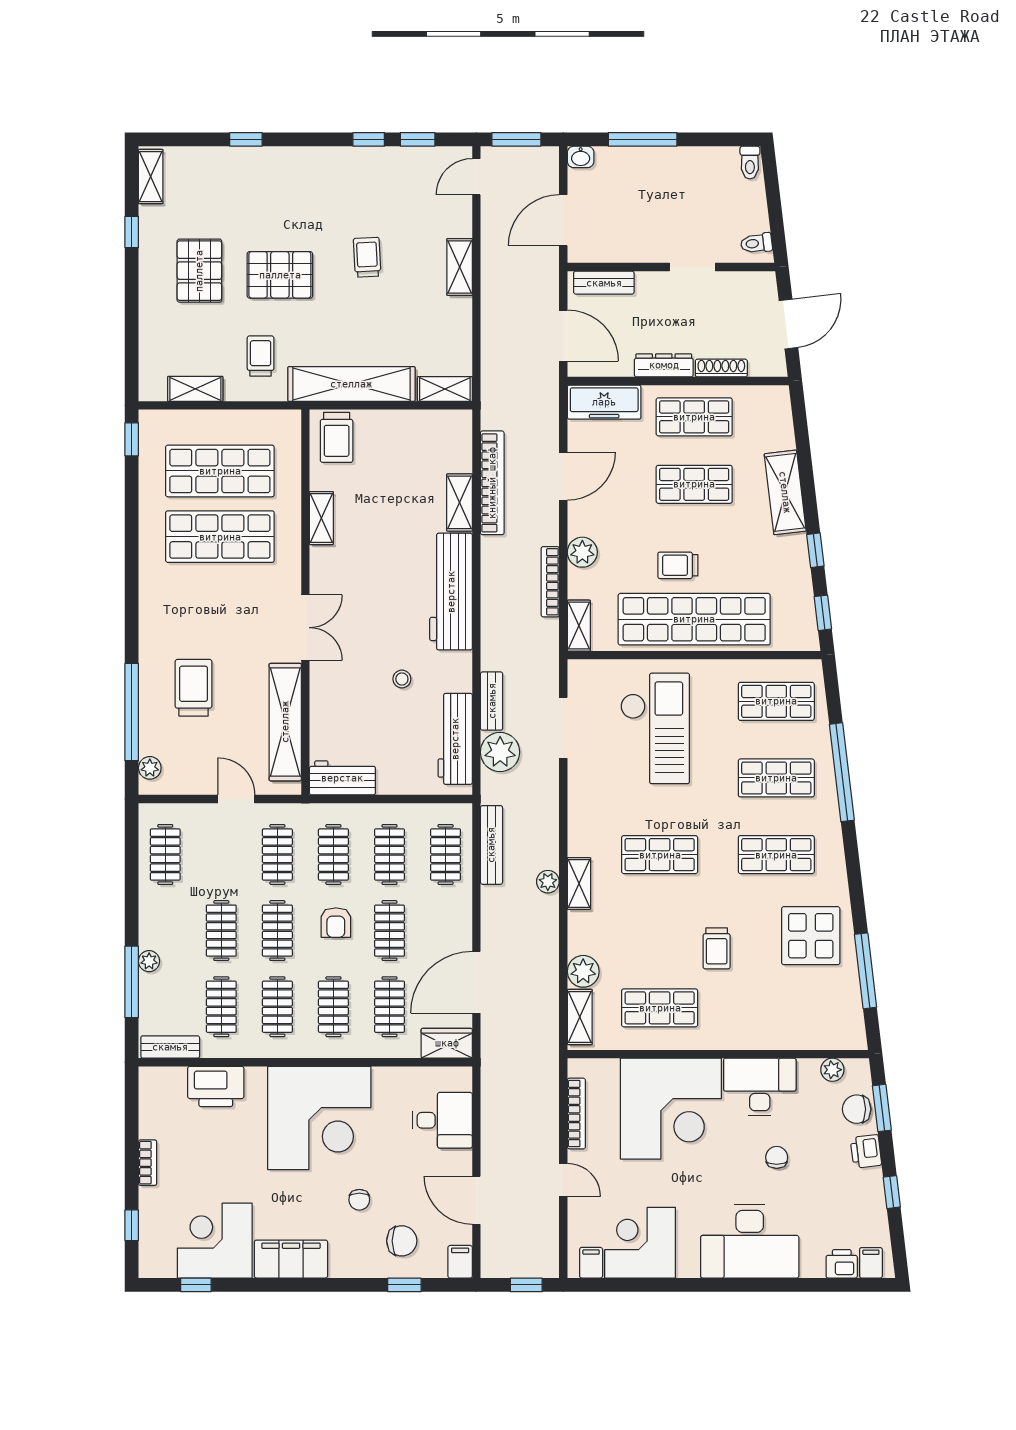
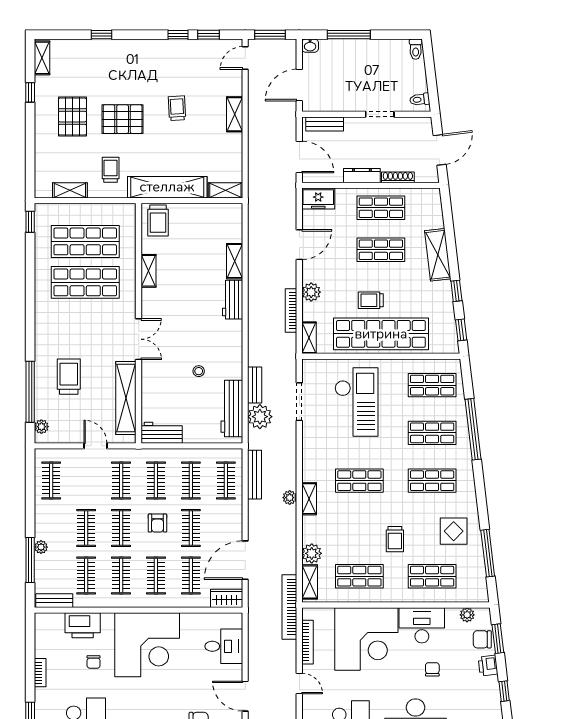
freezer: (604, 402) -> (318, 199), width x0.71
bookcase: (492, 483) -> (289, 607), moved, turned 180
workbench: (451, 592) -> (233, 300), width x0.53, depth x0.76
display table: (811, 936) -> (454, 531), width x0.73, depth x0.73
shop shelf: (776, 1008) -> (432, 576), added
chair: (359, 1200) -> (94, 662), moved

